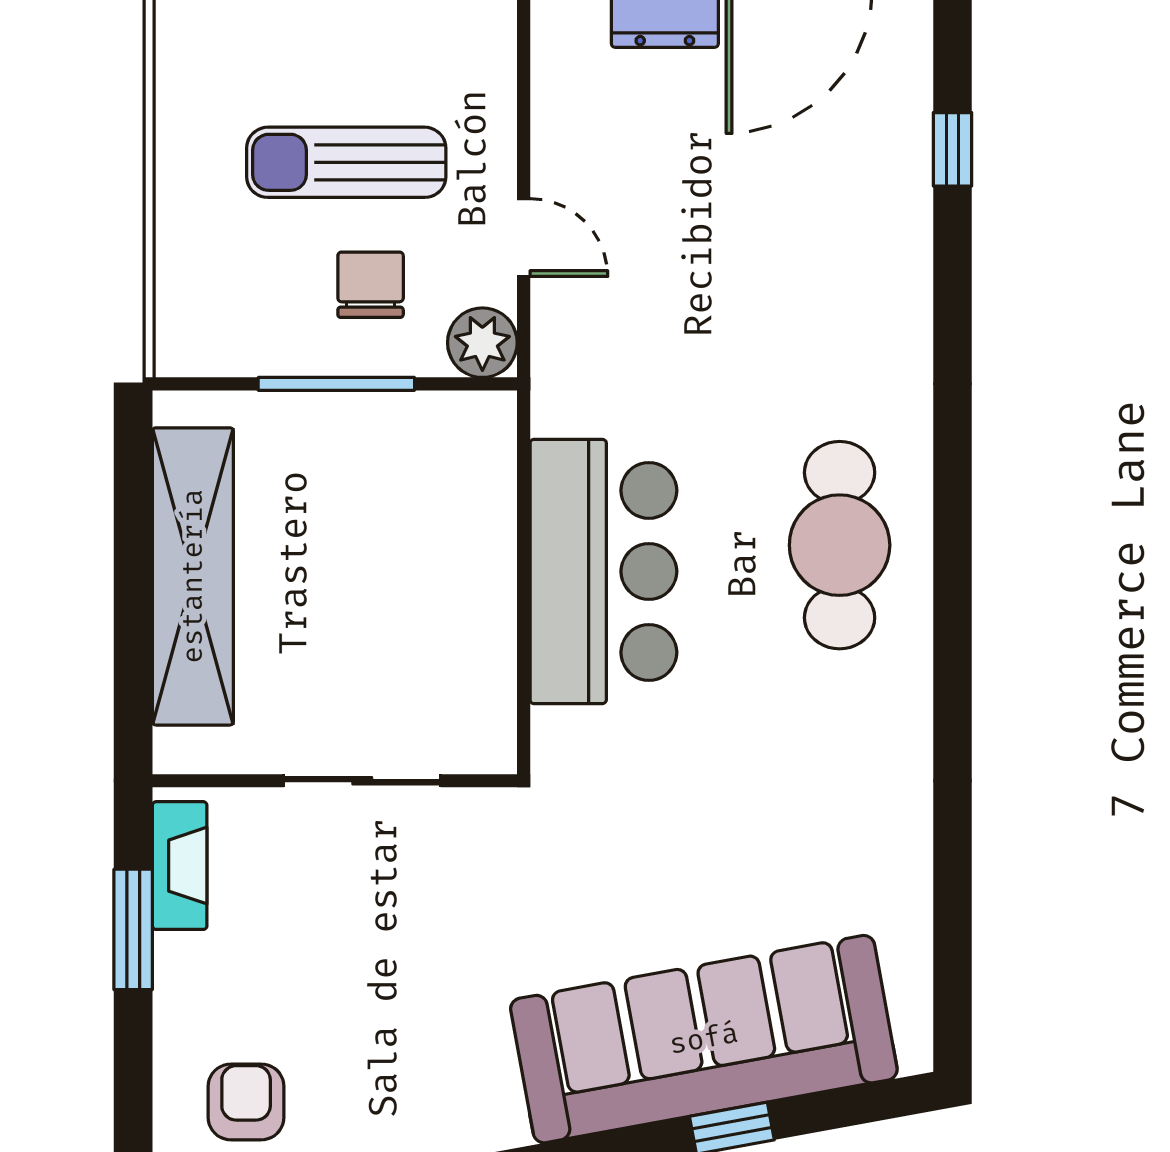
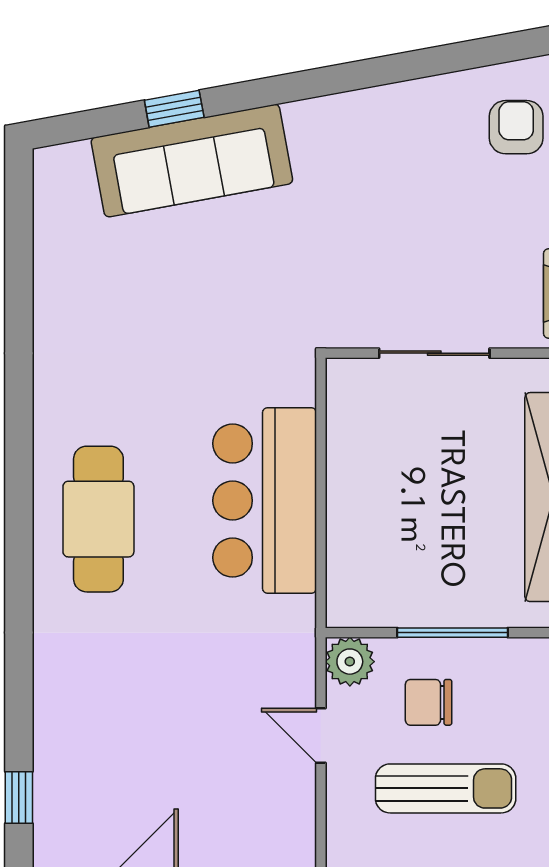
chair: (371, 285) -> (428, 702), turned 90
sofa: (704, 1039) -> (192, 161), width x0.74, depth x0.79
armchair: (246, 1102) -> (516, 127), turned 180

